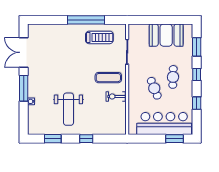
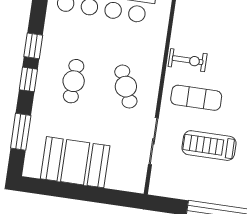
treadmill: (99, 37) -> (209, 146), moved
cafe table: (154, 88) -> (126, 87), moved
window: (197, 103) -> (33, 46), moved

